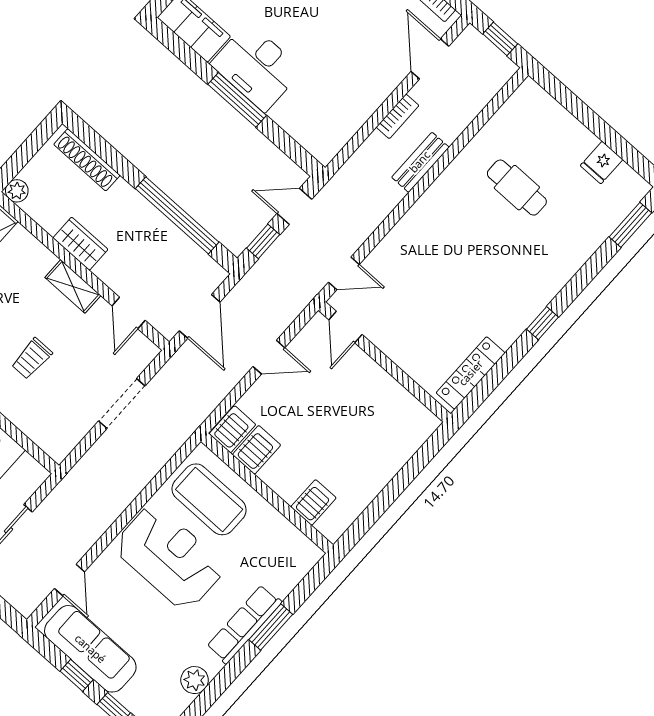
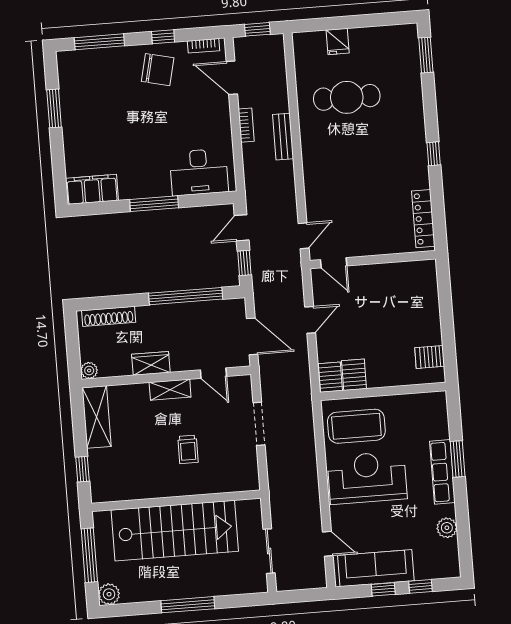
desk: (256, 67) -> (199, 172), moved
fridge: (602, 163) -> (338, 41), moved
cafe table: (517, 188) -> (347, 97), width x1.37, depth x1.35
server rack: (313, 503) -> (430, 357), moved, turned -90

